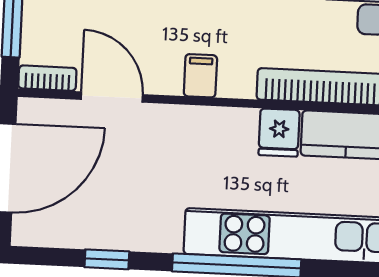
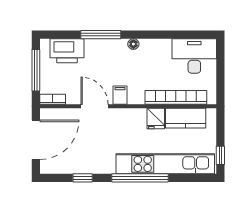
door: (112, 97) -> (95, 106), moved

